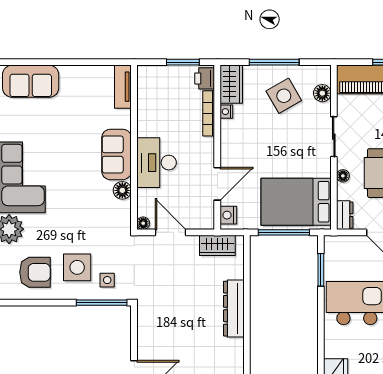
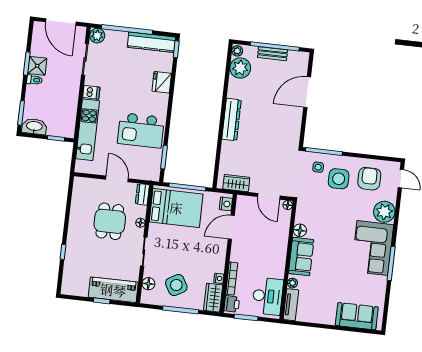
plant: (124, 117) -> (292, 283), added
desk: (156, 163) -> (268, 296), moved
armchair: (35, 272) -> (369, 179), turned 90
dresser: (234, 309) -> (231, 120), moved

